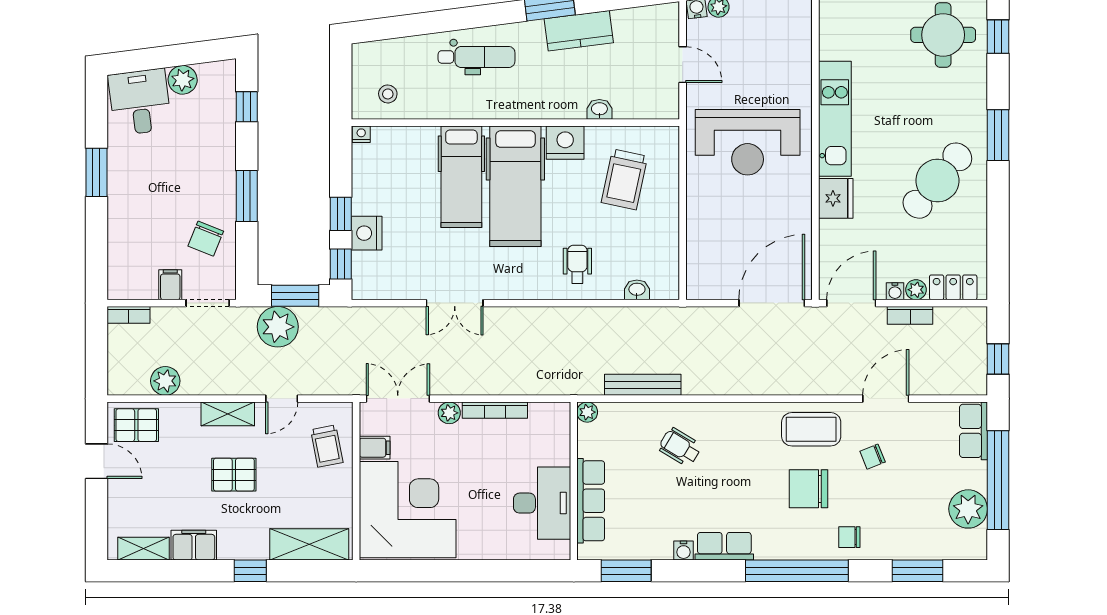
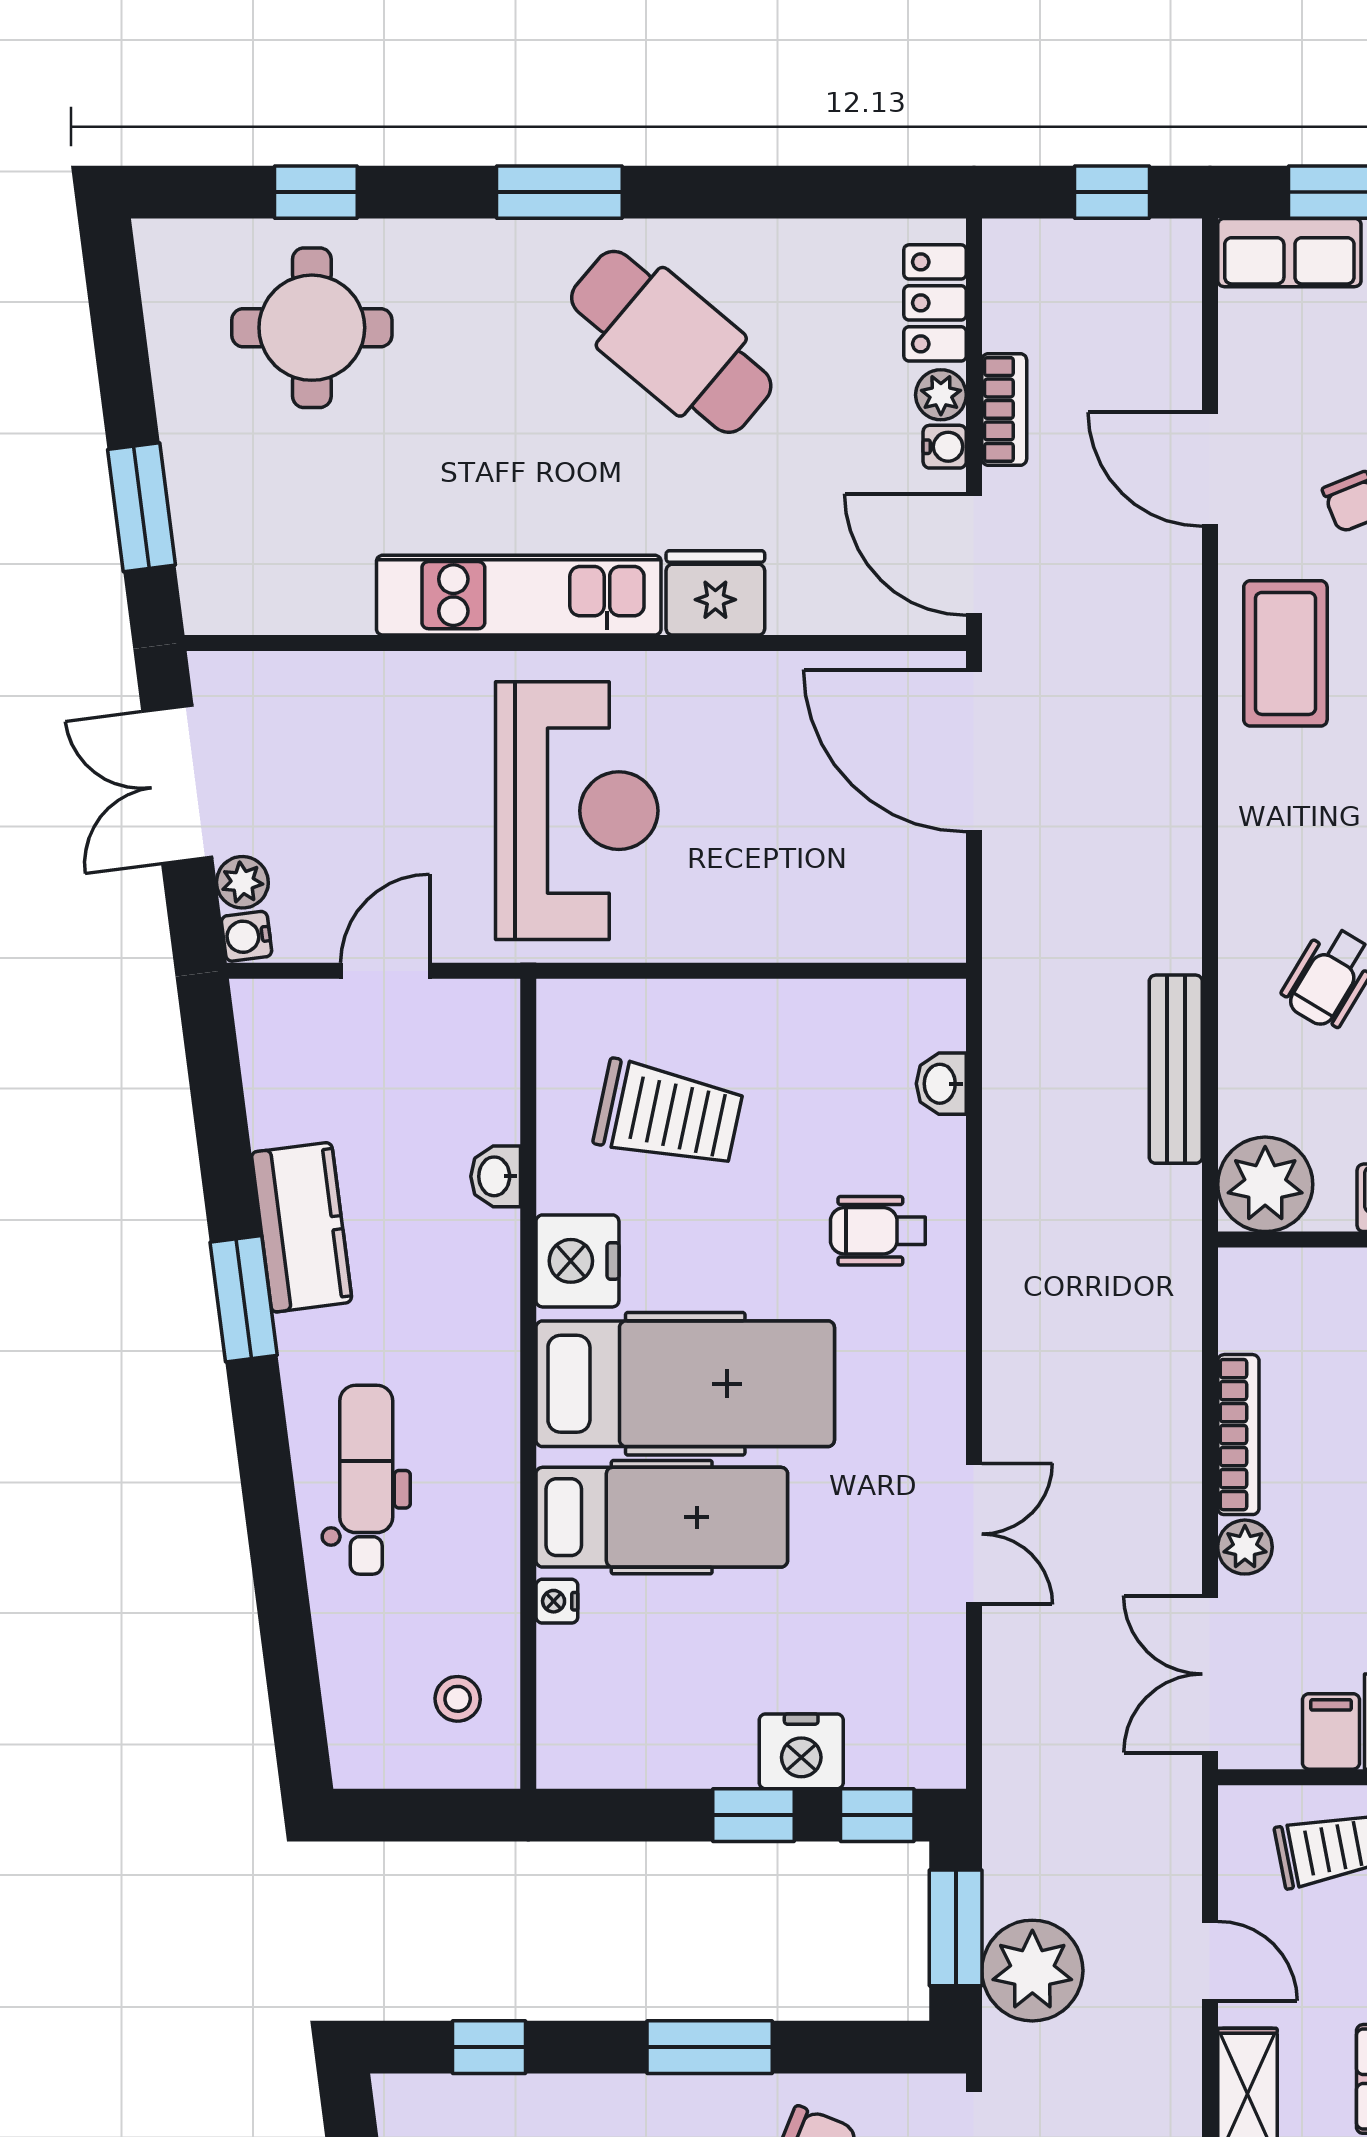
nightstand: (361, 134) -> (557, 1601), moved
plant: (587, 412) -> (1265, 1184), width x1.88, depth x1.88

